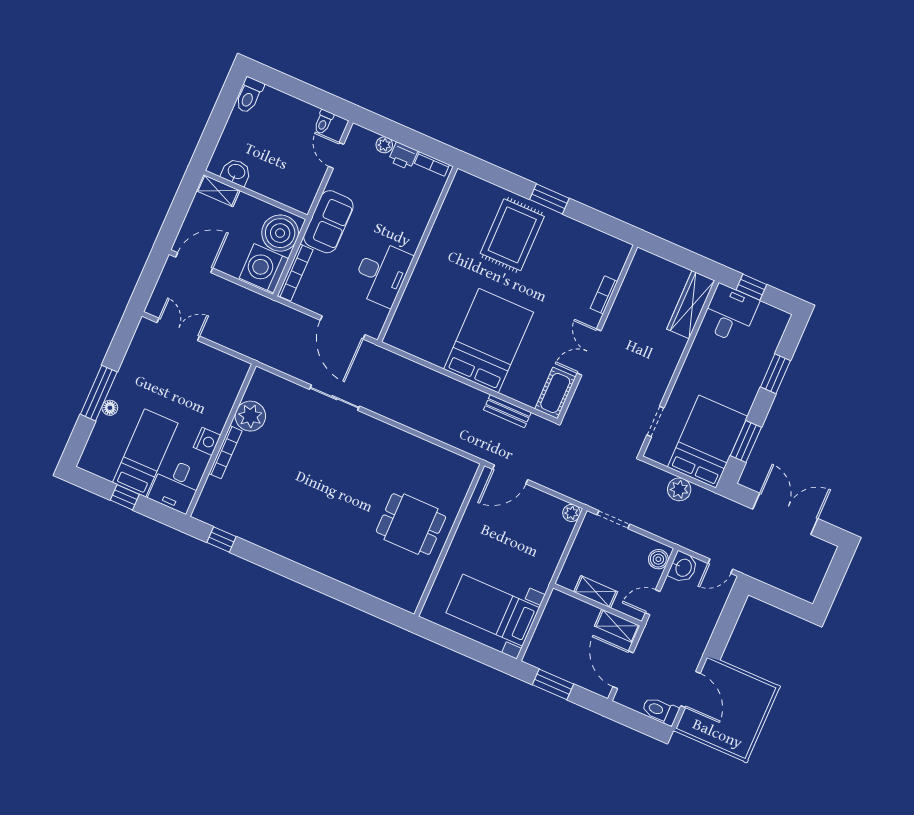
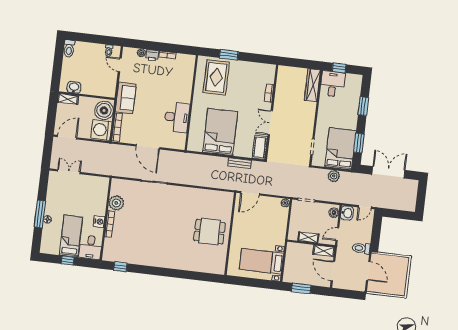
wall: (417, 254) -> (191, 103), moved
desk: (382, 273) -> (177, 117), moved
toilet: (660, 711) -> (361, 248), moved

